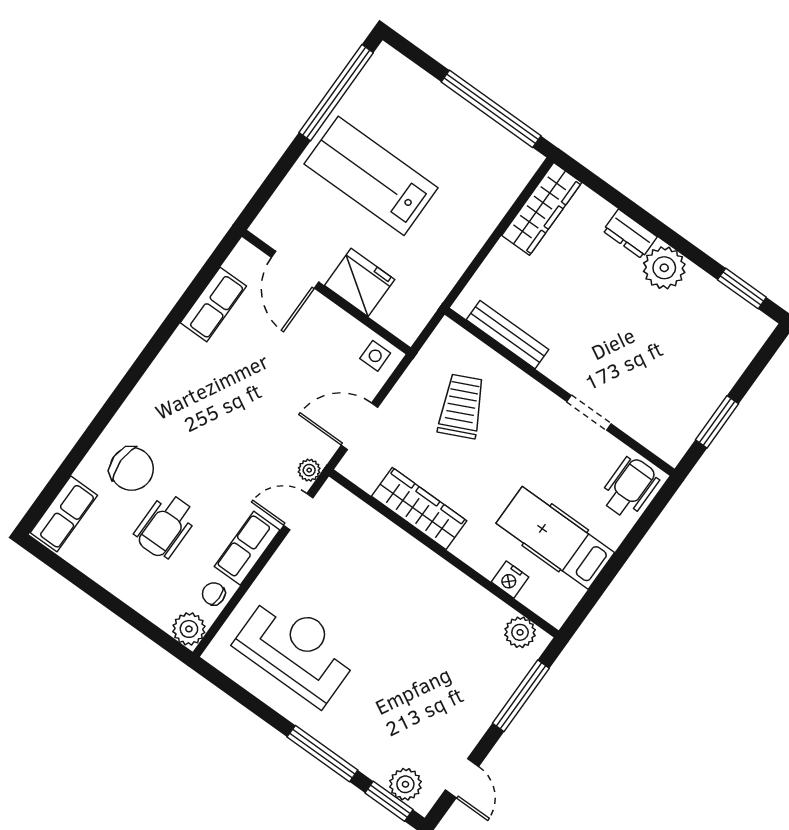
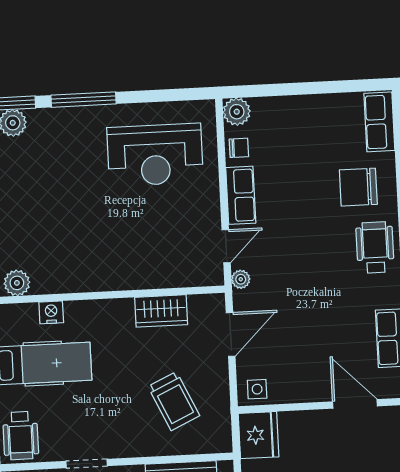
fridge: (360, 282) -> (259, 435), moved, turned -90
wardrobe: (419, 509) -> (161, 311), width x0.67
wheelchair: (165, 526) -> (375, 247), moved

